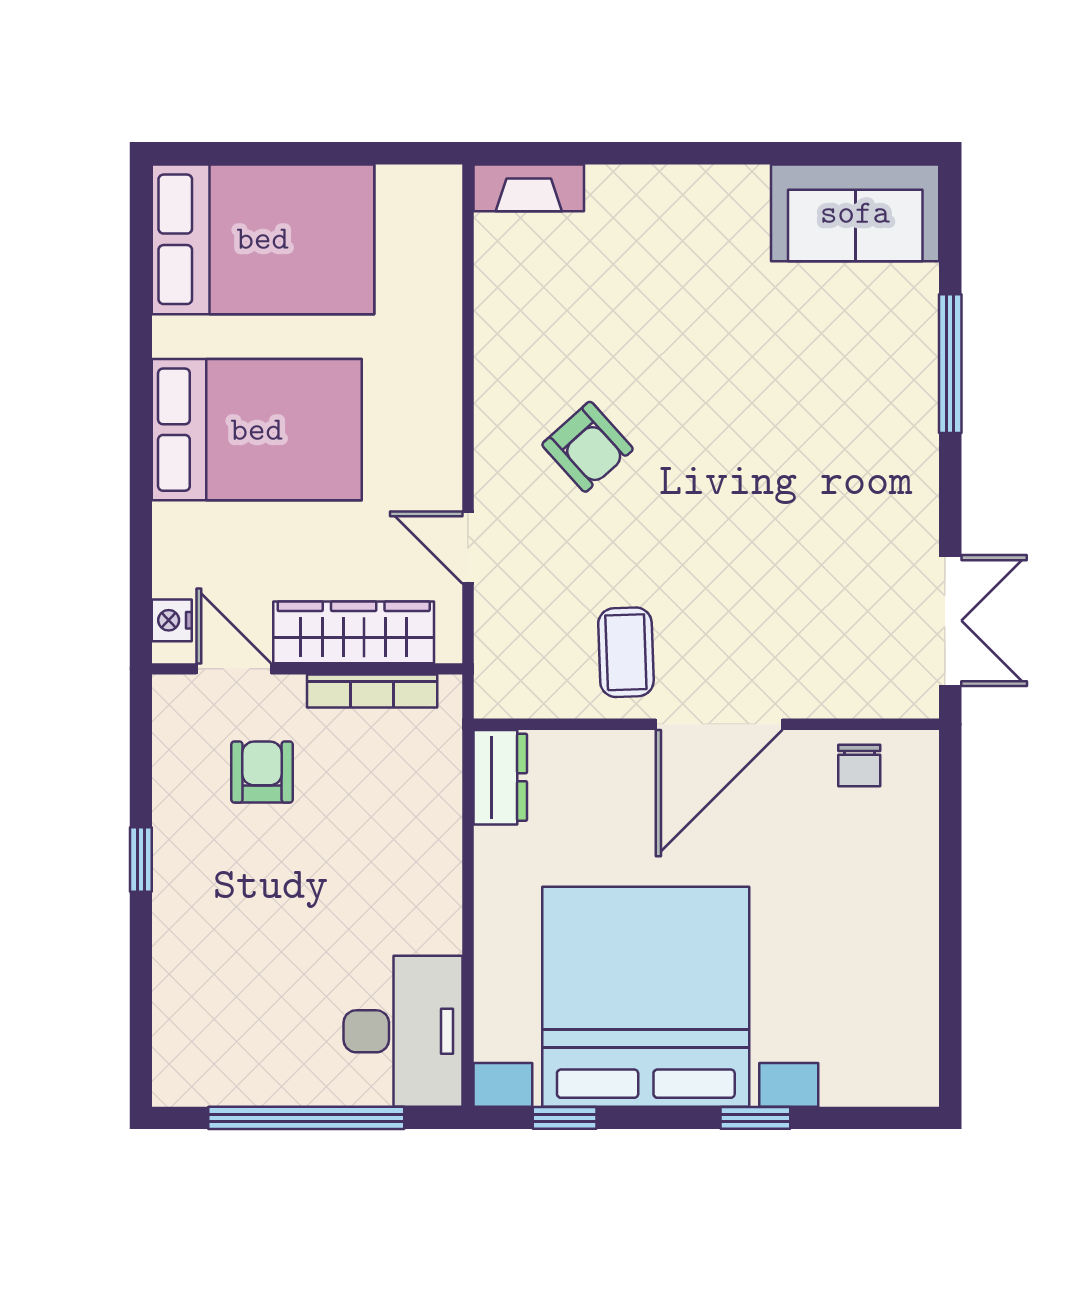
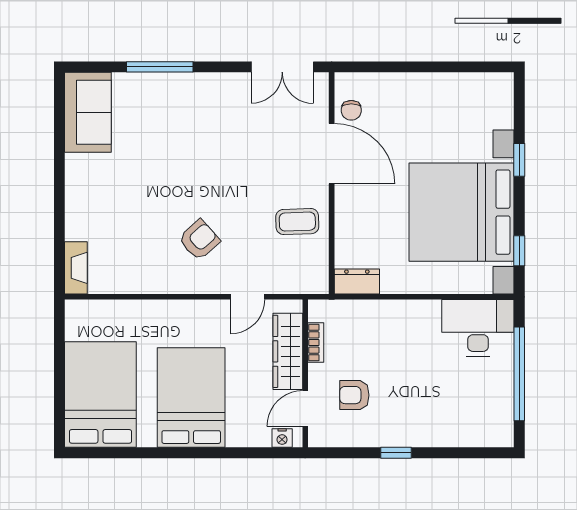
double door: (950, 621) -> (282, 67), swing flipped
bookcase: (372, 691) -> (316, 343), width x0.64
door: (719, 724) -> (332, 154), moved
chair: (859, 765) -> (351, 110), turned 90

